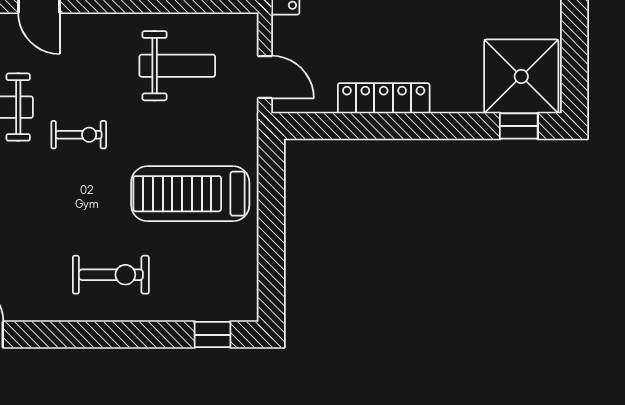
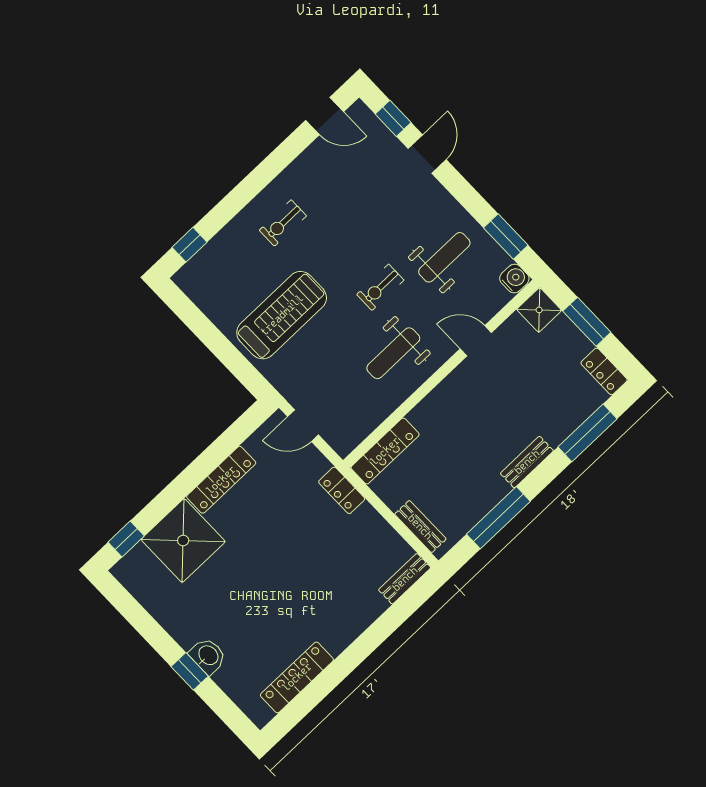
weight bench: (177, 66) -> (393, 353), moved
shower: (521, 76) -> (183, 541), moved
exercise bike: (111, 275) -> (283, 223), width x0.73, depth x0.72

